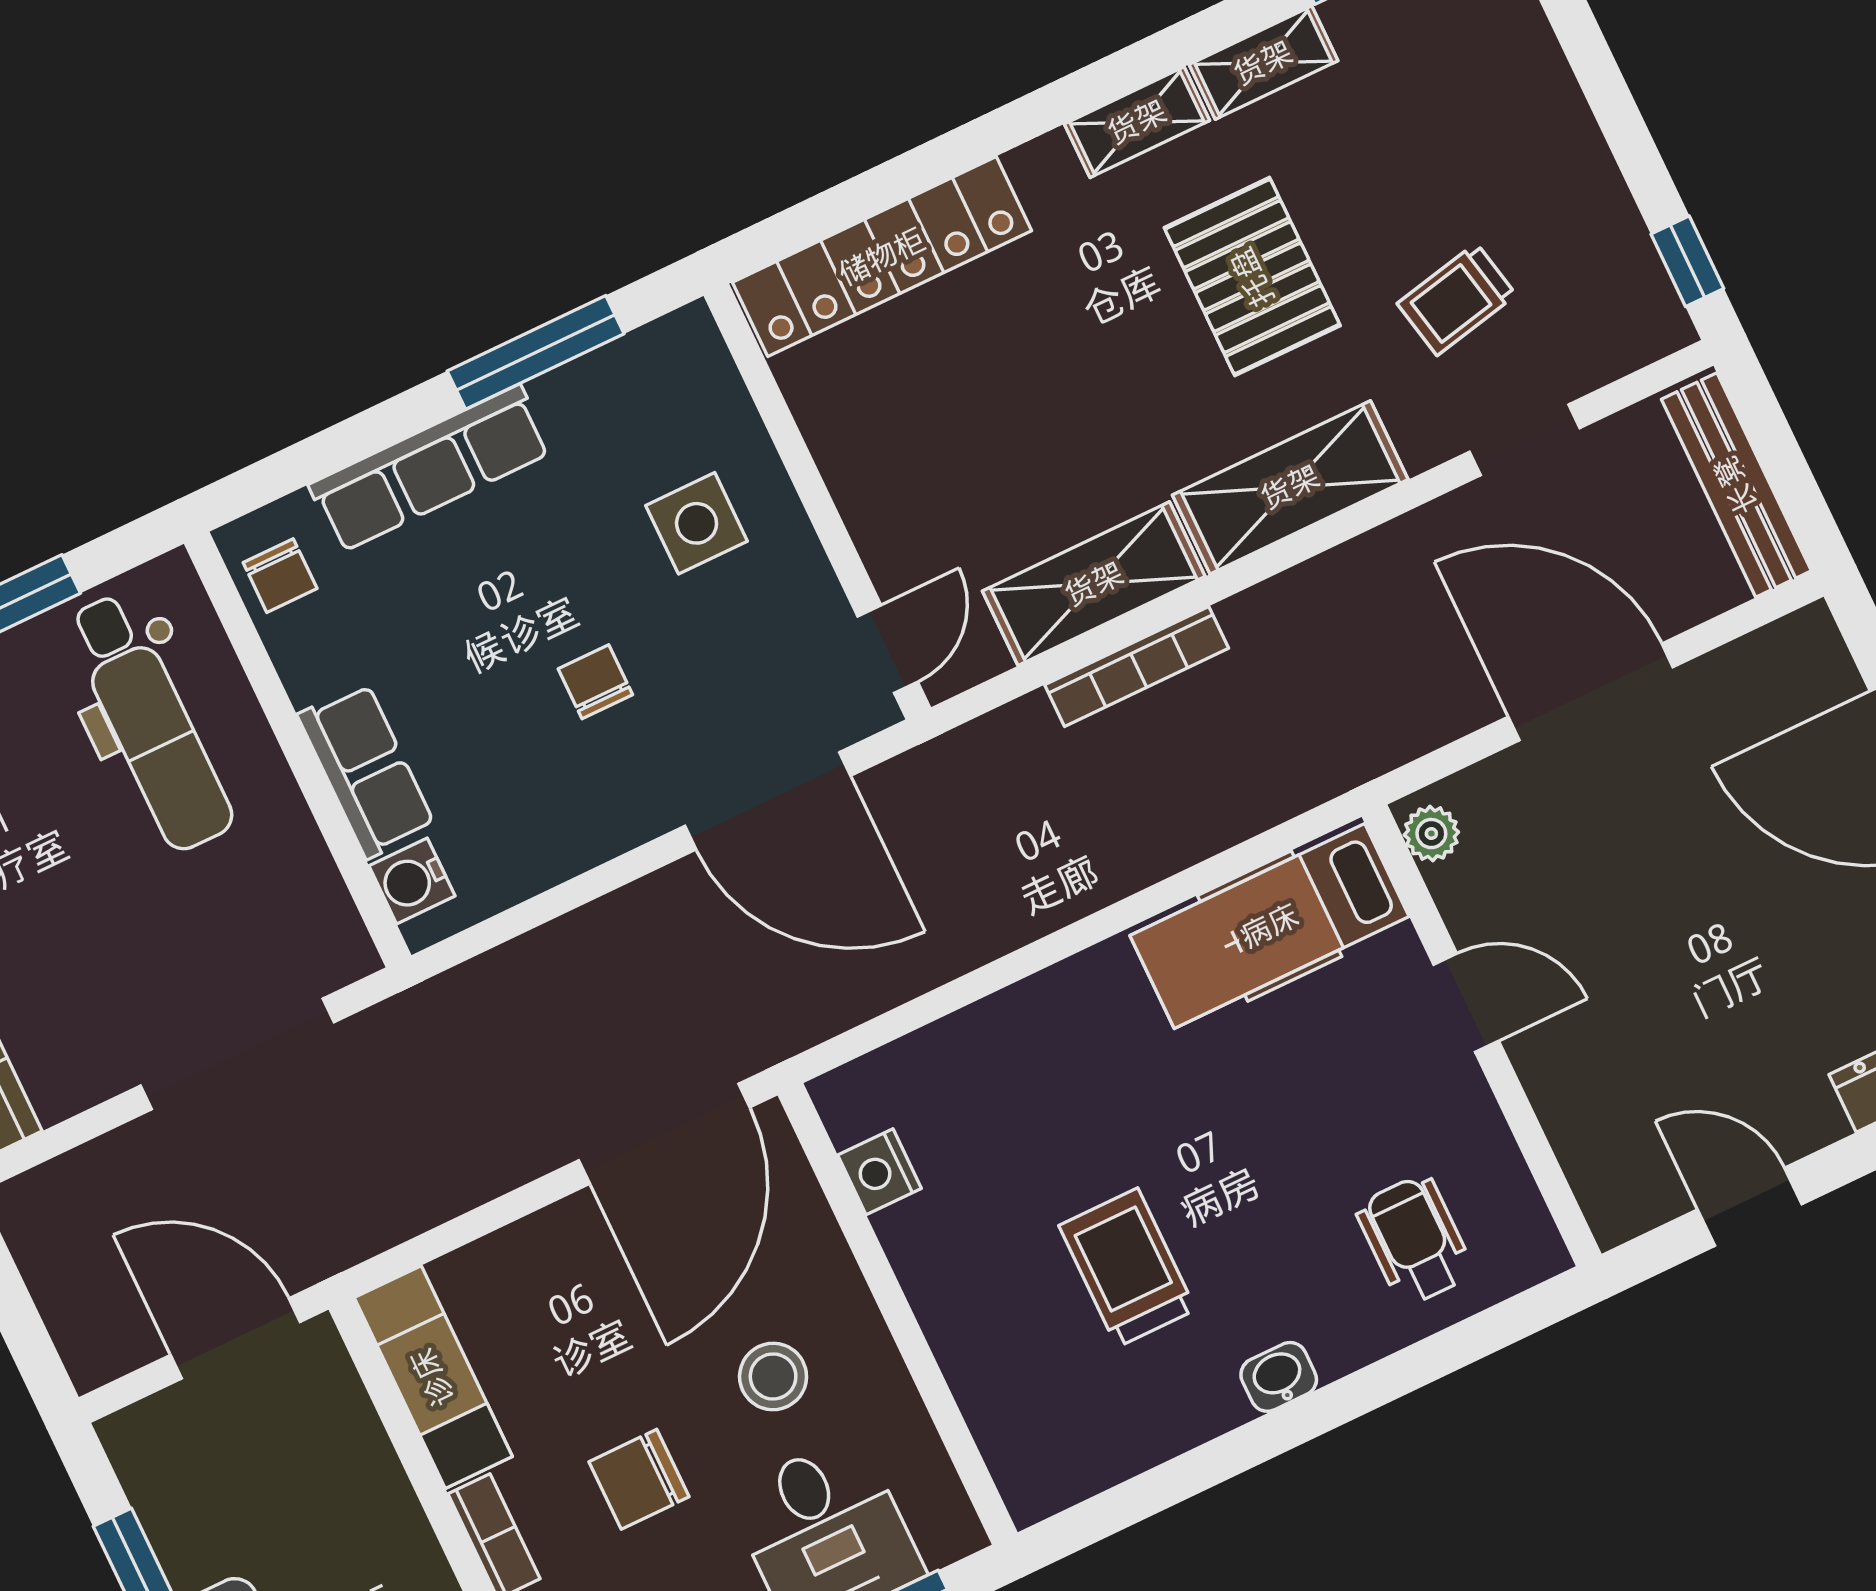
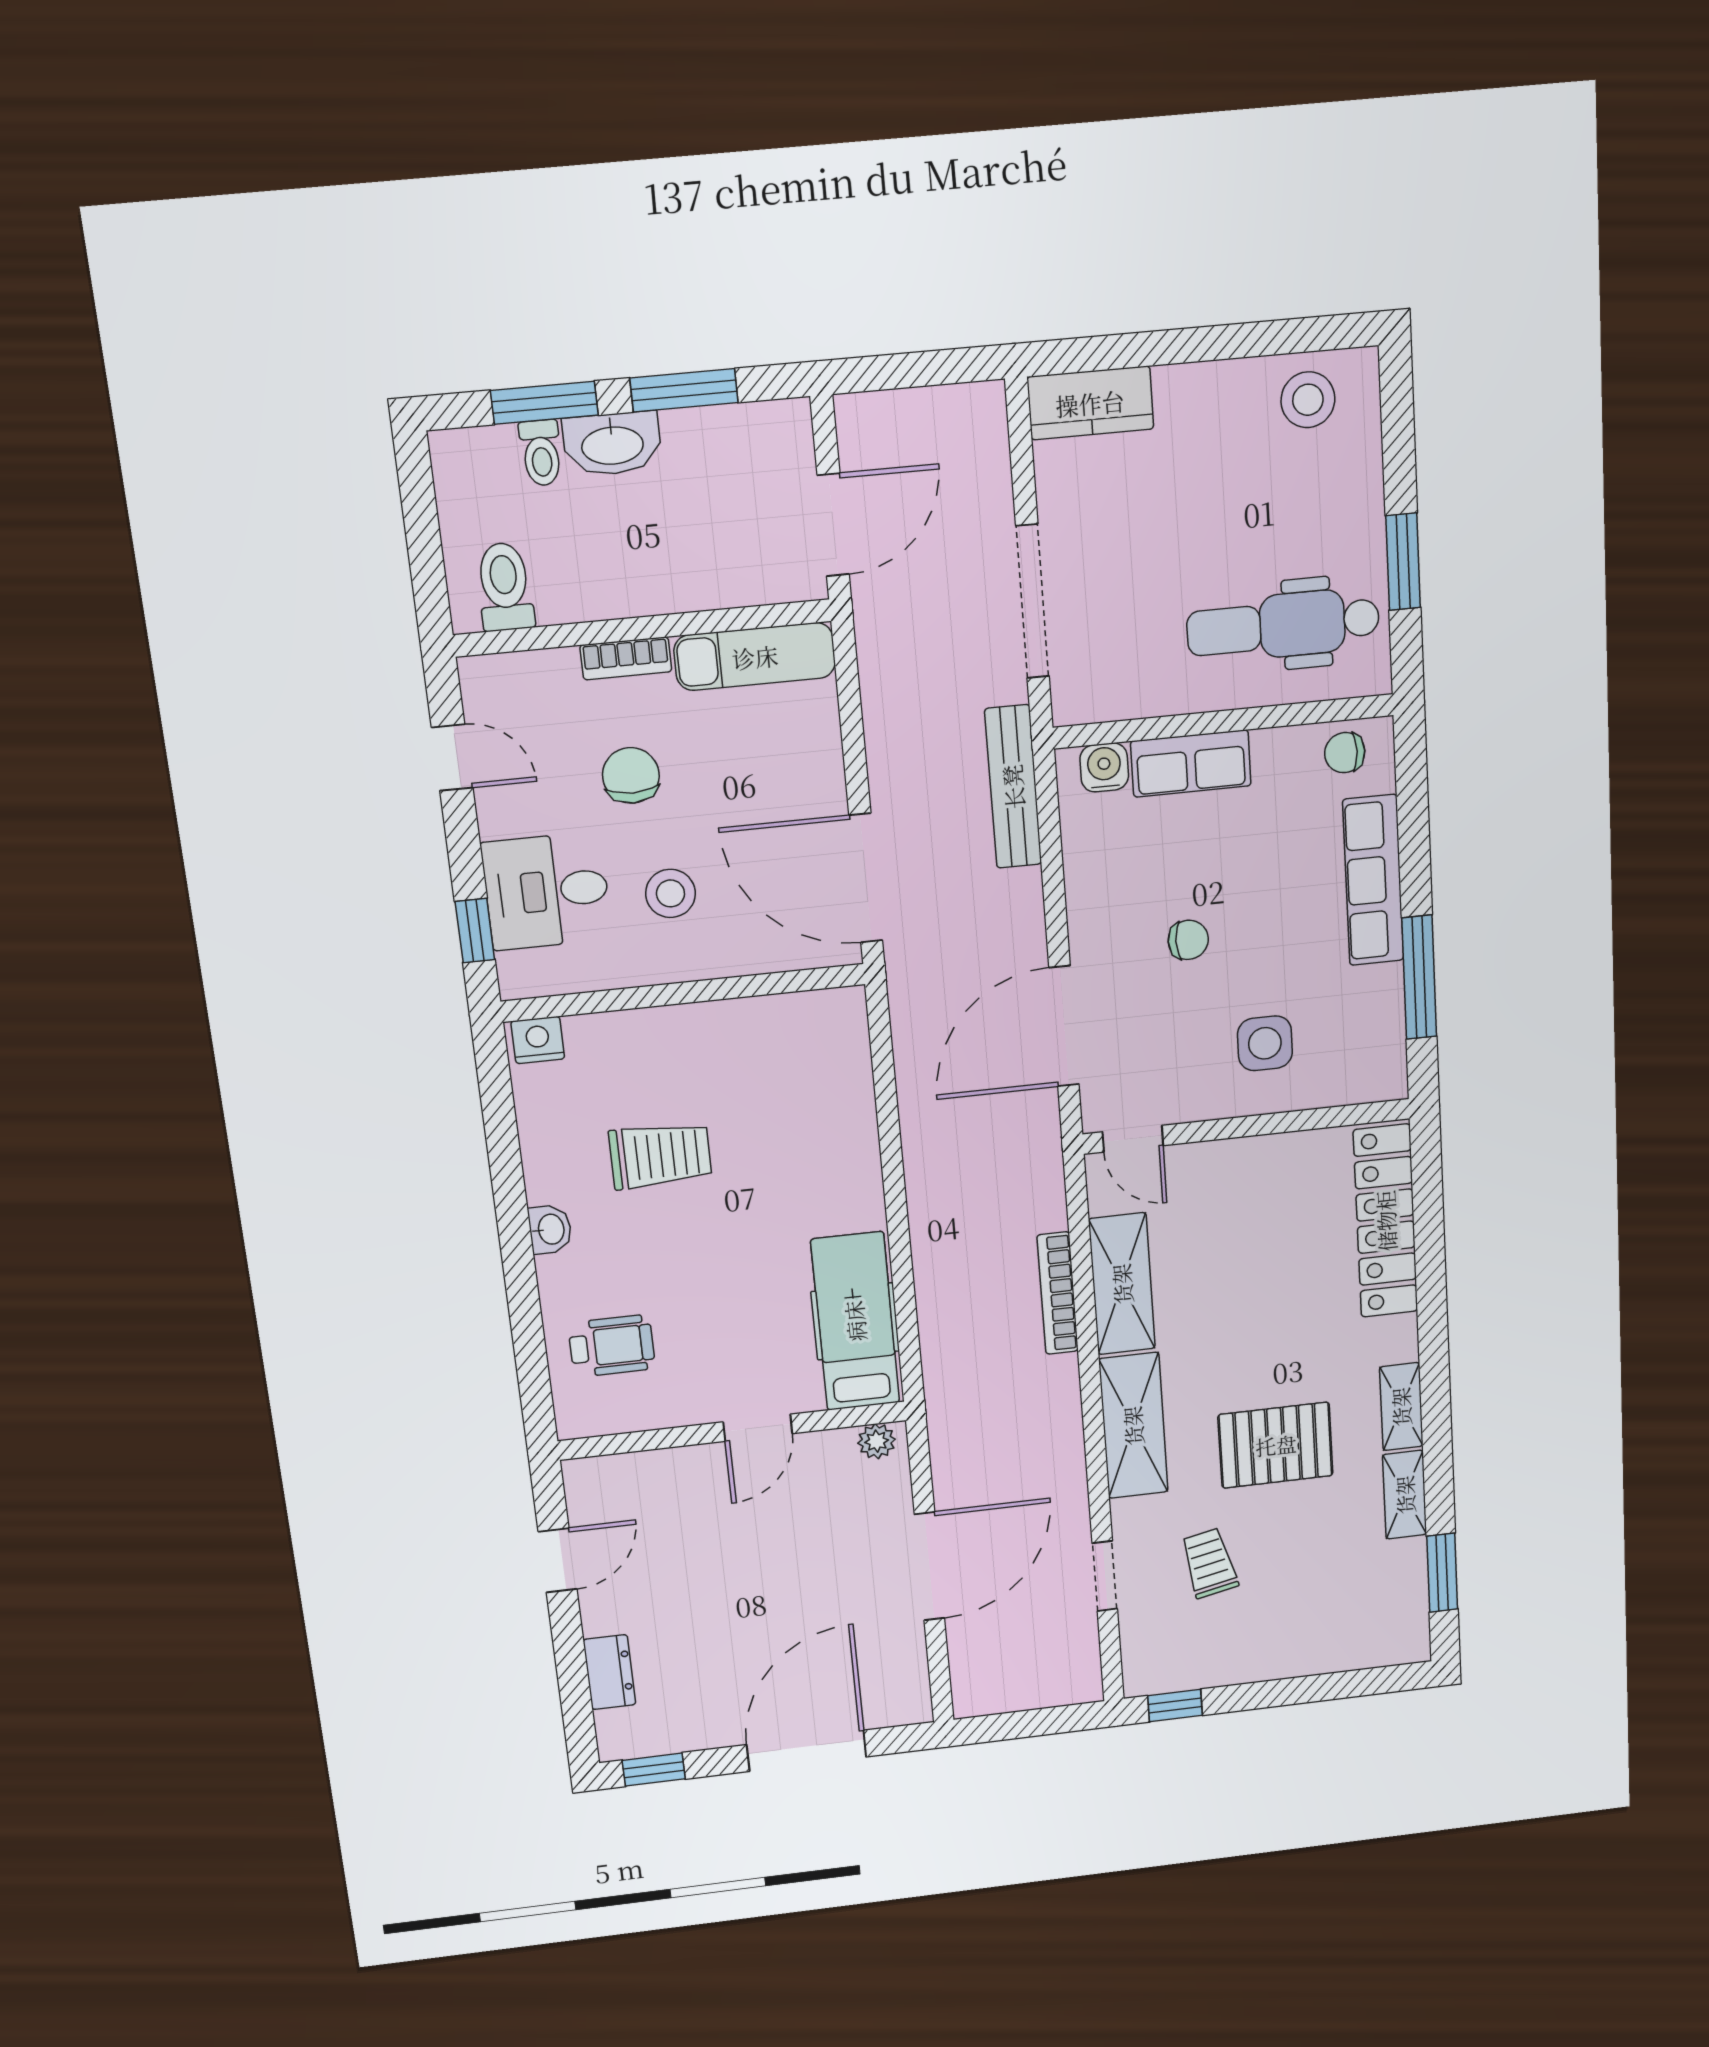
bench: (1736, 485) -> (1013, 787), moved, turned 90
nightstand: (879, 1172) -> (538, 1040), moved

